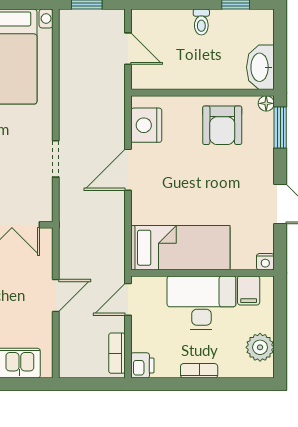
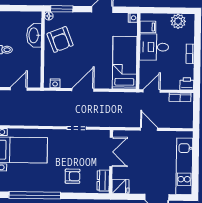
washbasin: (260, 67) -> (34, 35), moved, turned 90
nightstand: (146, 125) -> (55, 83), width x0.53, depth x0.56
armchair: (222, 125) -> (60, 39), turned 68
door: (128, 170) -> (83, 90), swing flipped
door: (128, 299) -> (152, 91), swing flipped
desk: (201, 303) -> (154, 47), width x0.73

